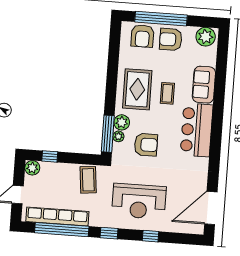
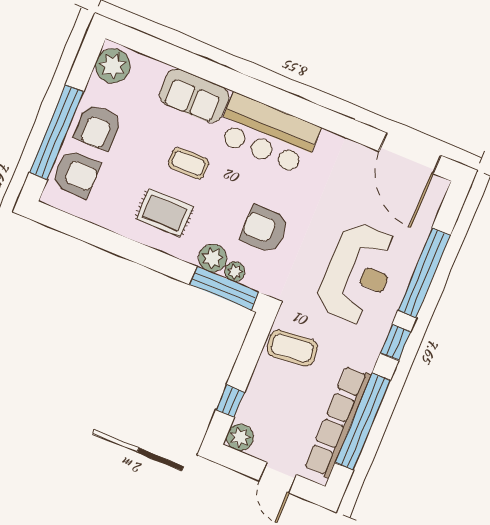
rug: (137, 89) -> (165, 213), width x0.73, depth x0.70
armchair: (146, 145) -> (264, 229), turned -90
window: (151, 236) -> (424, 273), width x3.17

